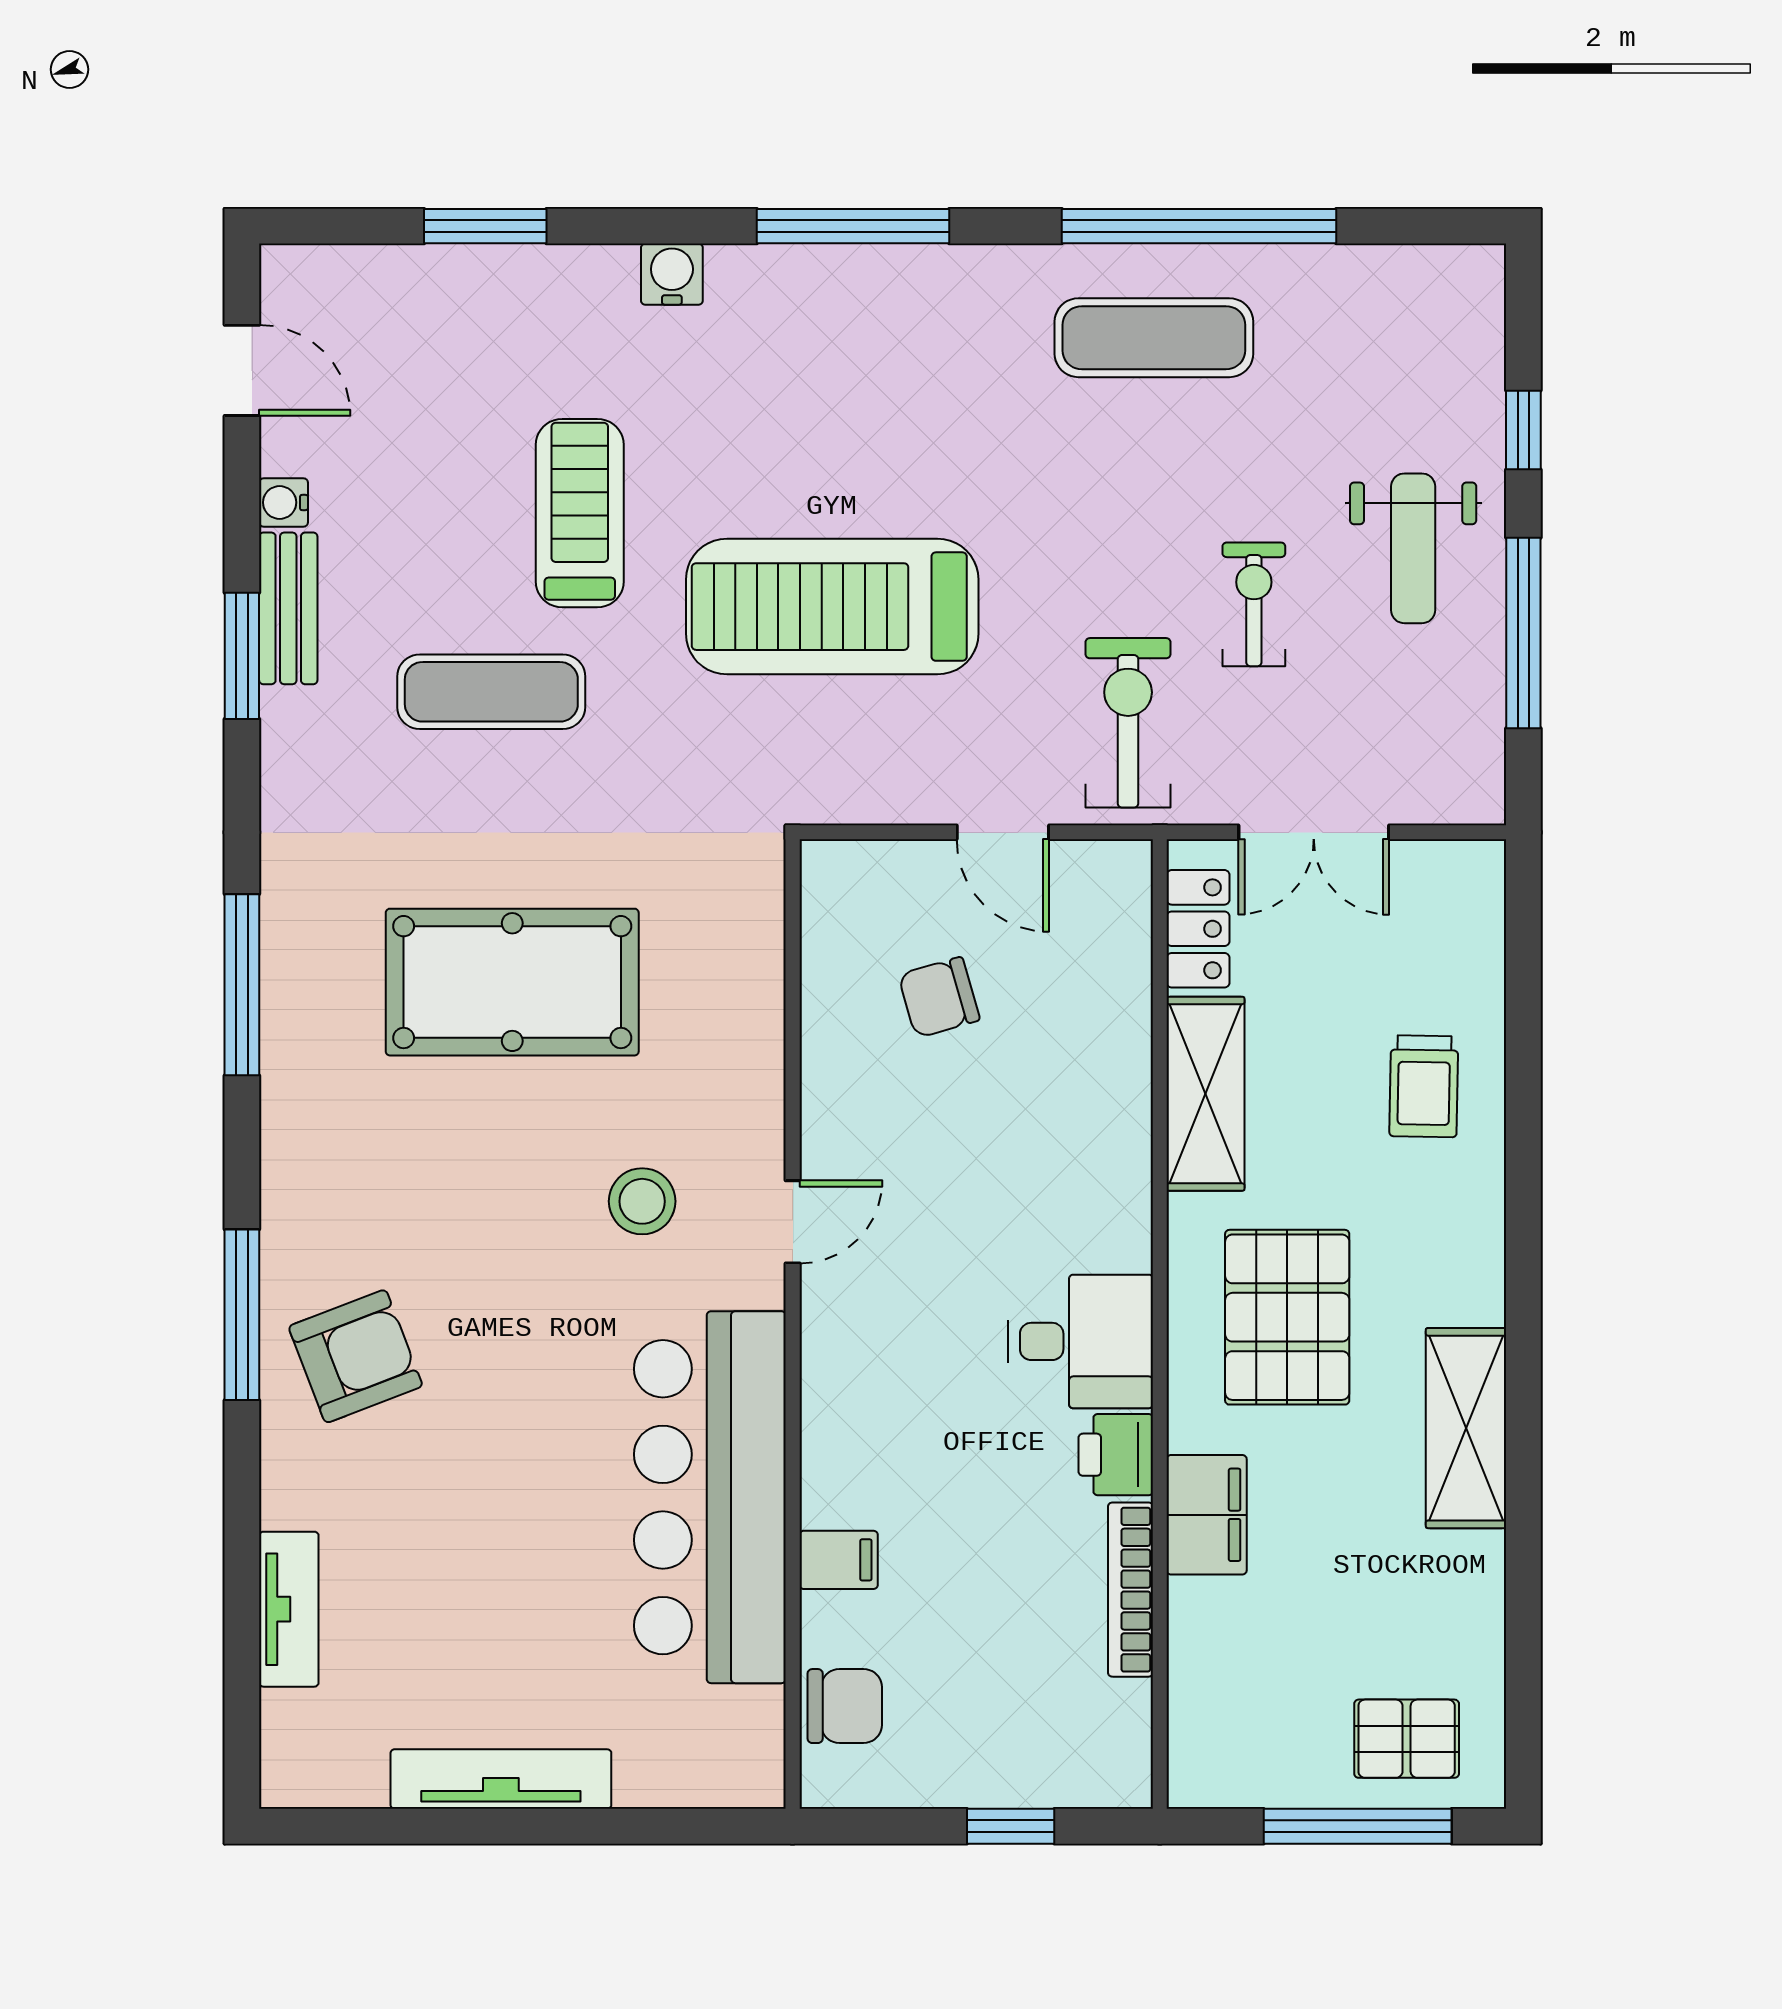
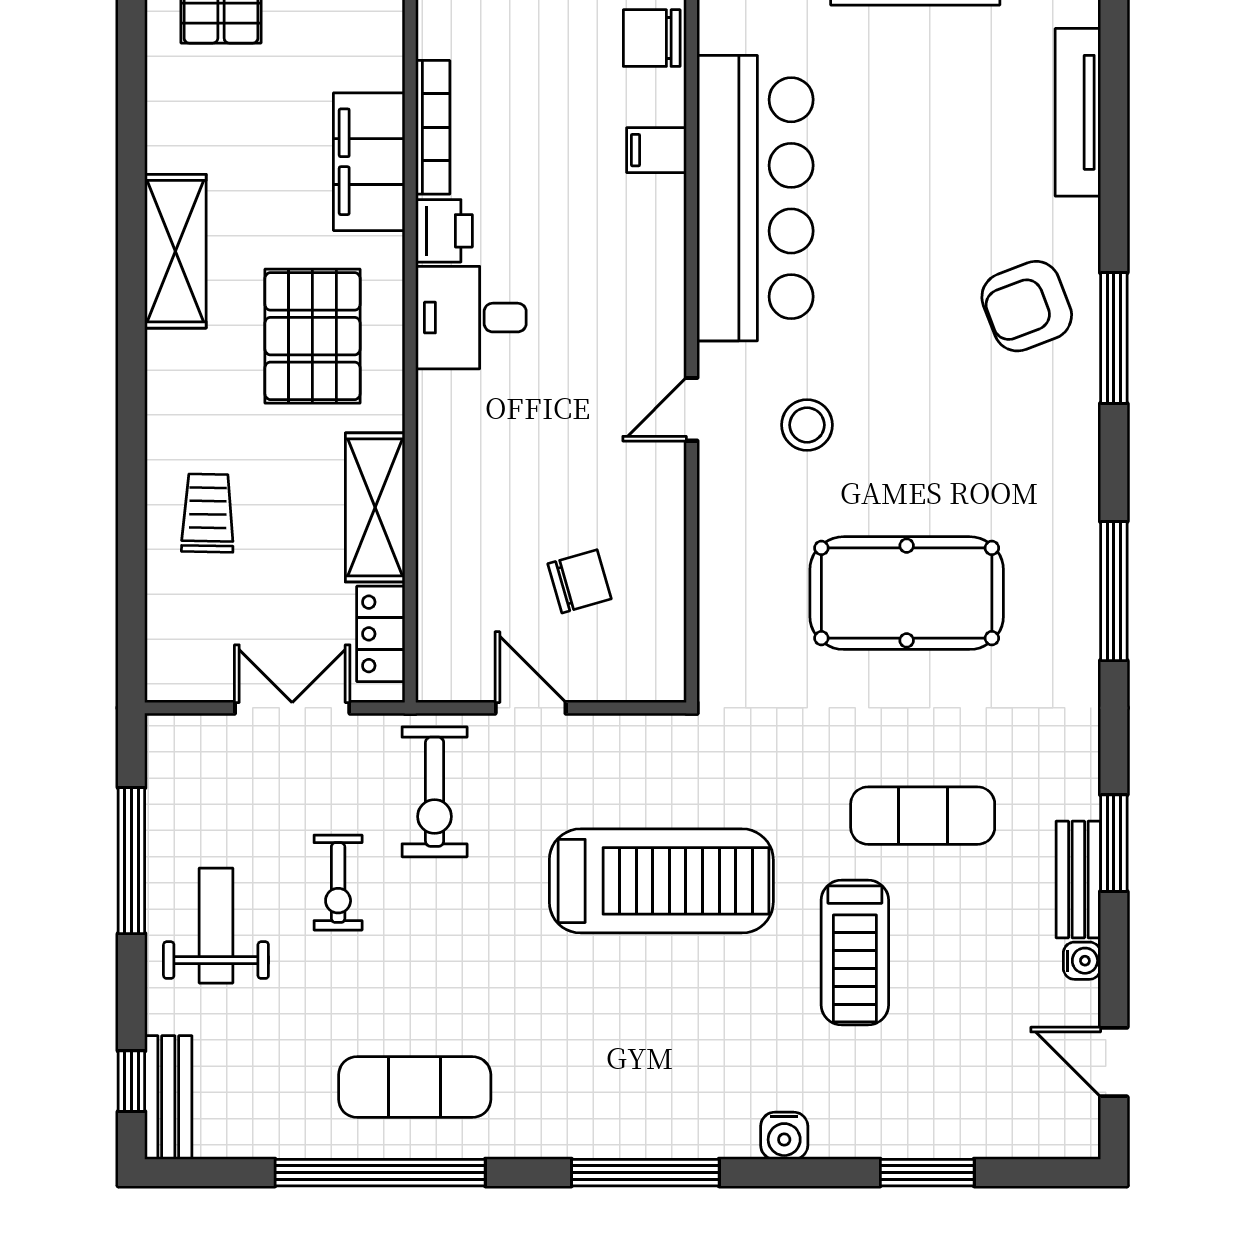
bench: (1475, 324) -> (168, 1097), added
window: (1523, 430) -> (131, 1081), moved
filing cabinet: (1207, 1515) -> (369, 162), width x1.50, depth x1.17
tv unit: (289, 1609) -> (1078, 112), width x1.41

